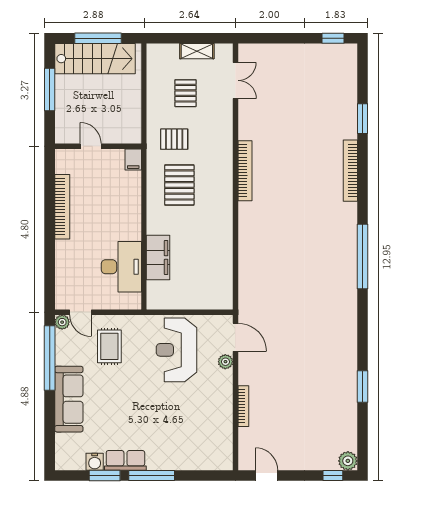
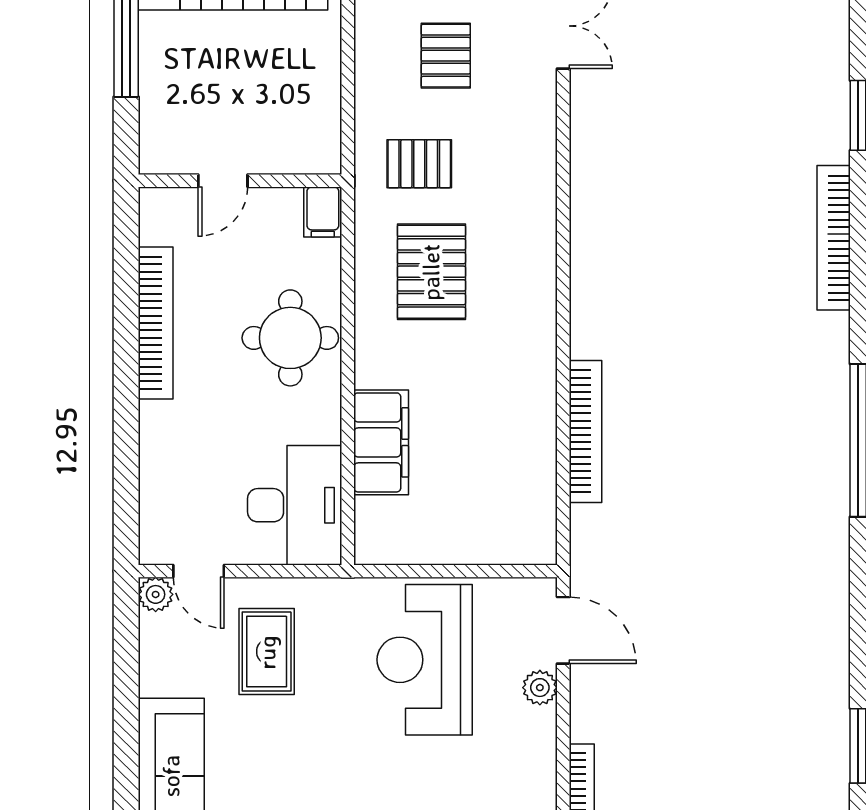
door: (91, 146) -> (223, 181), swing flipped
bookcase: (245, 171) -> (586, 431), moved
round table: (119, 213) -> (290, 338), added
desk: (121, 267) -> (295, 505), moved
window: (50, 358) -> (126, 679), removed

